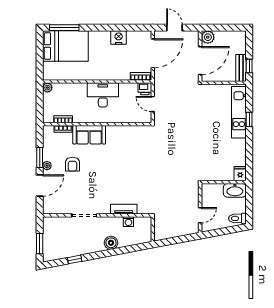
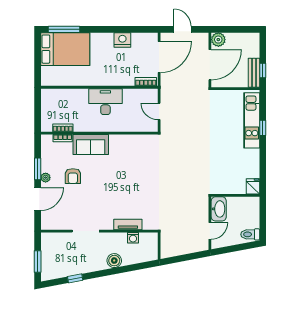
plant: (47, 88) -> (46, 94), removed
printer: (145, 89) -> (151, 95), removed
washbasin: (235, 190) -> (219, 209), moved, turned -90

